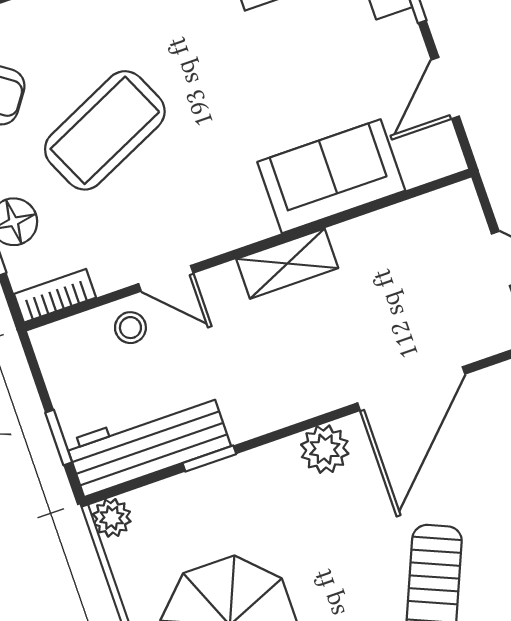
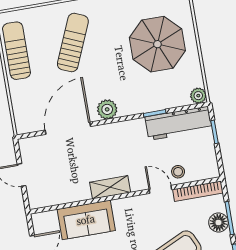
bookcase: (55, 296) -> (198, 191), width x1.56

